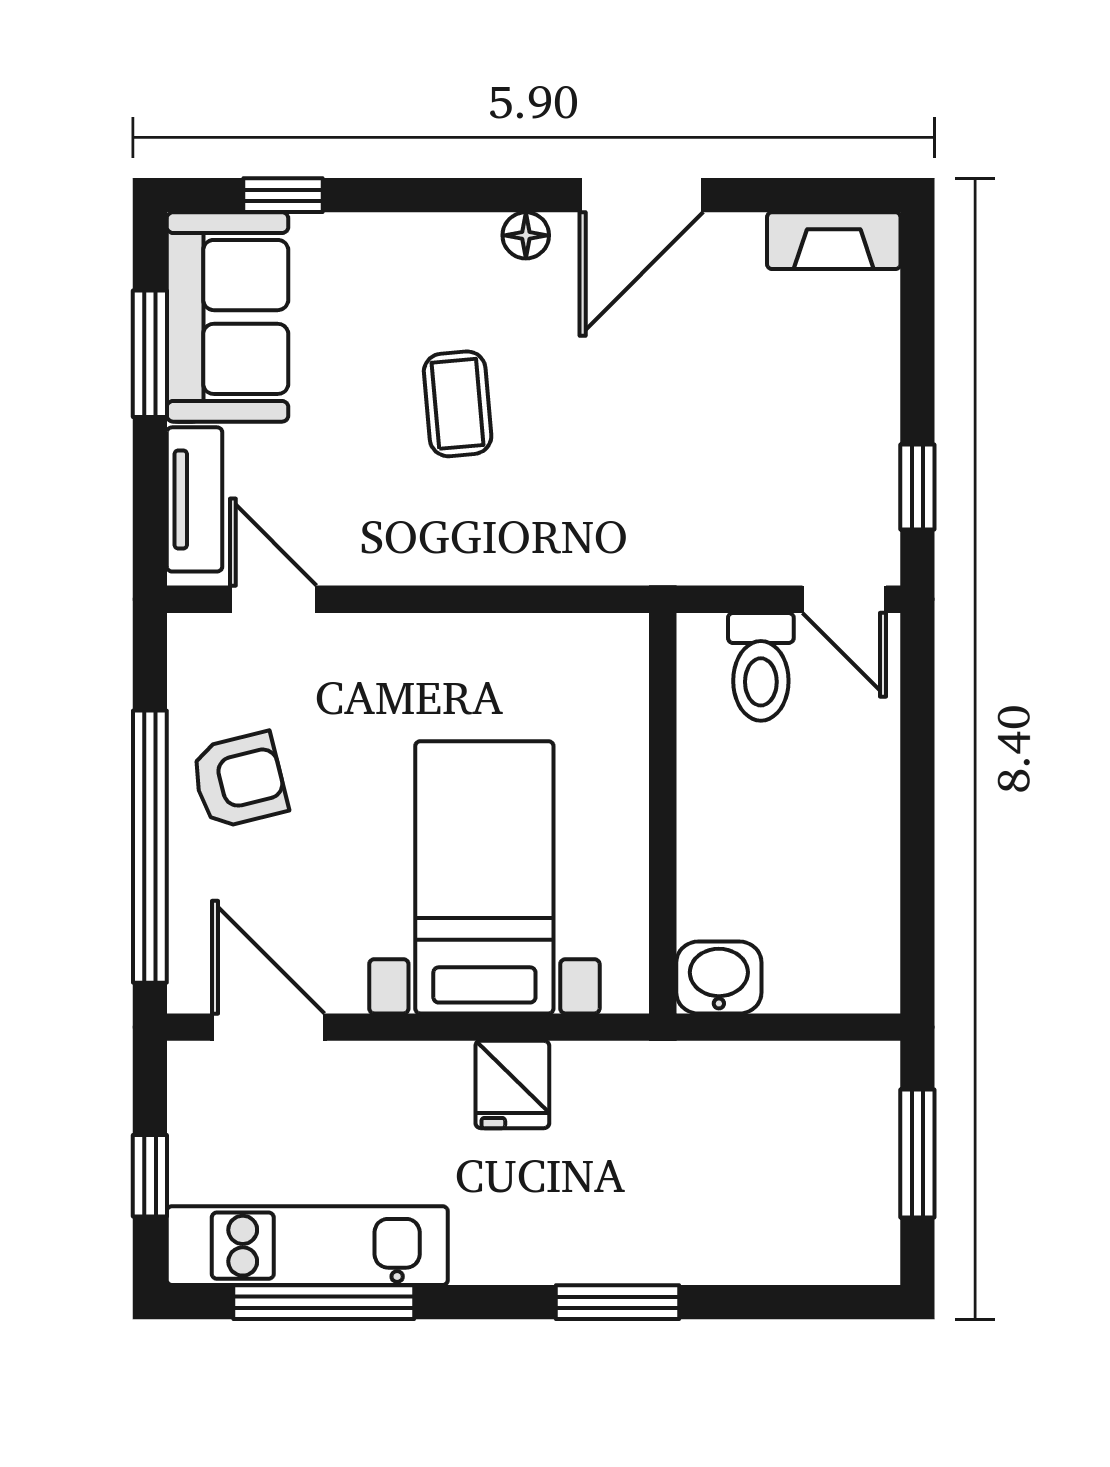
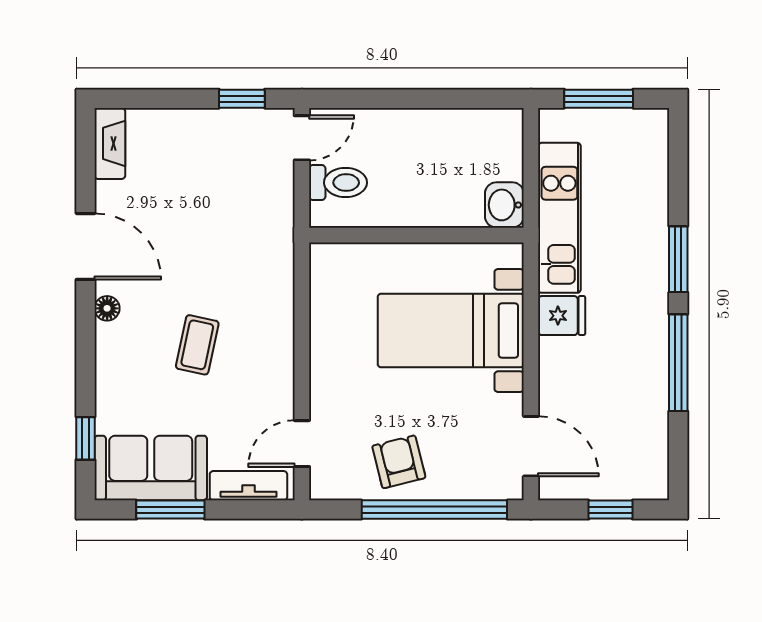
coffee table: (458, 404) -> (197, 345), turned -73
door: (268, 1027) -> (531, 446), swing flipped
kitchen unit: (307, 1246) -> (559, 218), moved, turned 180
window: (324, 1302) -> (678, 363), moved

